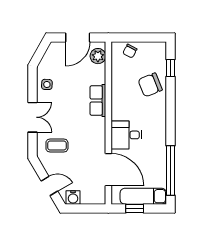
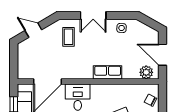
door: (49, 186) -> (33, 30), swing flipped
water cooler: (73, 197) -> (23, 51), removed

